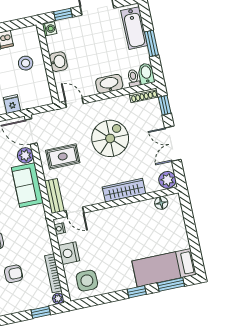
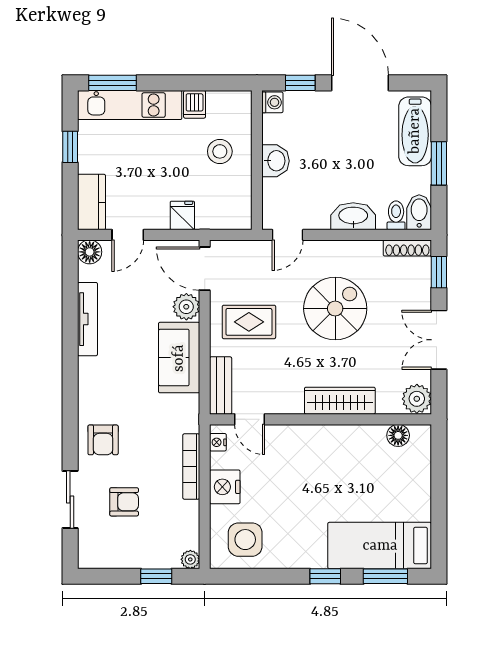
door: (74, 102) -> (288, 235), swing flipped
bookcase: (53, 273) -> (191, 466), moved

